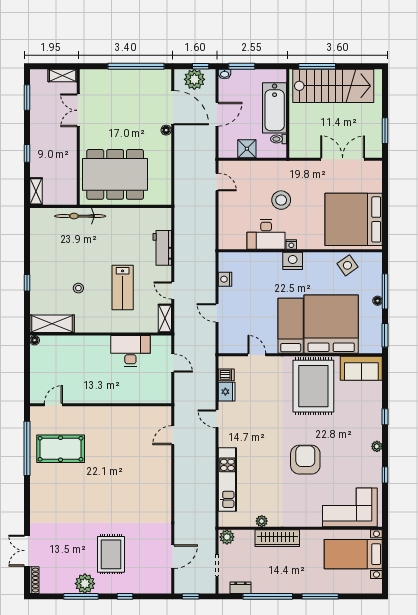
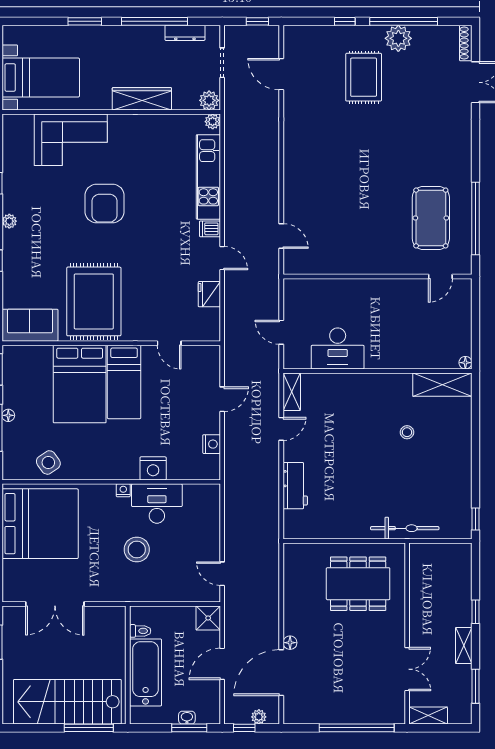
window: (136, 66) -> (357, 728), moved
washbasin: (225, 74) -> (187, 718), moved
plant: (194, 79) -> (259, 717), width x0.53, depth x0.53
door: (173, 108) -> (281, 673), hinge flipped
shower: (247, 149) -> (208, 618), moved
dining table: (115, 174) -> (358, 584), width x0.73, depth x0.80
shelving: (36, 191) -> (464, 646), moved
nightstand: (293, 261) -> (153, 468), moved
window: (27, 283) -> (476, 519), moved
lab bench: (123, 288) -> (348, 433), removed
door: (173, 290) -> (281, 429), hinge flipped
door: (217, 313) -> (222, 399), hinge flipped
bed: (331, 324) -> (80, 384), width x0.73
dishwasher: (226, 375) -> (210, 229), moved
door: (173, 435) -> (281, 236), hinge flipped
pool table: (61, 449) -> (431, 218), turned 90
corner sofa: (350, 507) -> (71, 140), moved
plant: (262, 521) -> (213, 122), moved
door: (173, 557) -> (281, 74), hinge flipped
dresser: (240, 588) -> (185, 33), width x1.44
window: (81, 596) -> (404, 21), width x1.46
window: (320, 596) -> (85, 21), width x0.69

